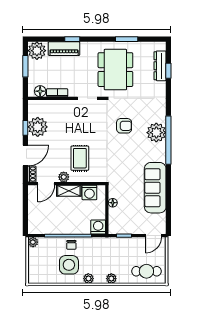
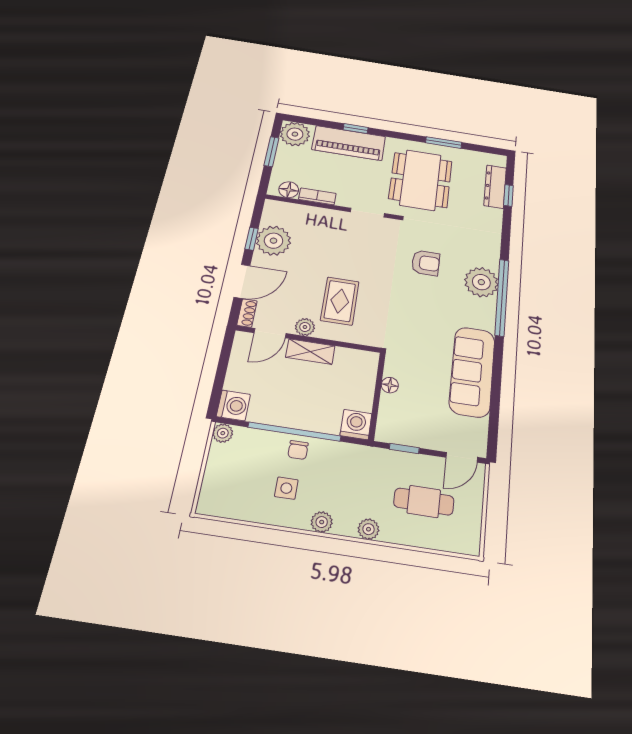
piano: (64, 49) -> (349, 143), width x1.37, depth x1.33
washing machine: (89, 192) -> (233, 405), moved, turned -90
side table: (69, 265) -> (286, 488), width x0.54, depth x0.54
cafe table: (146, 271) -> (424, 501), moved

